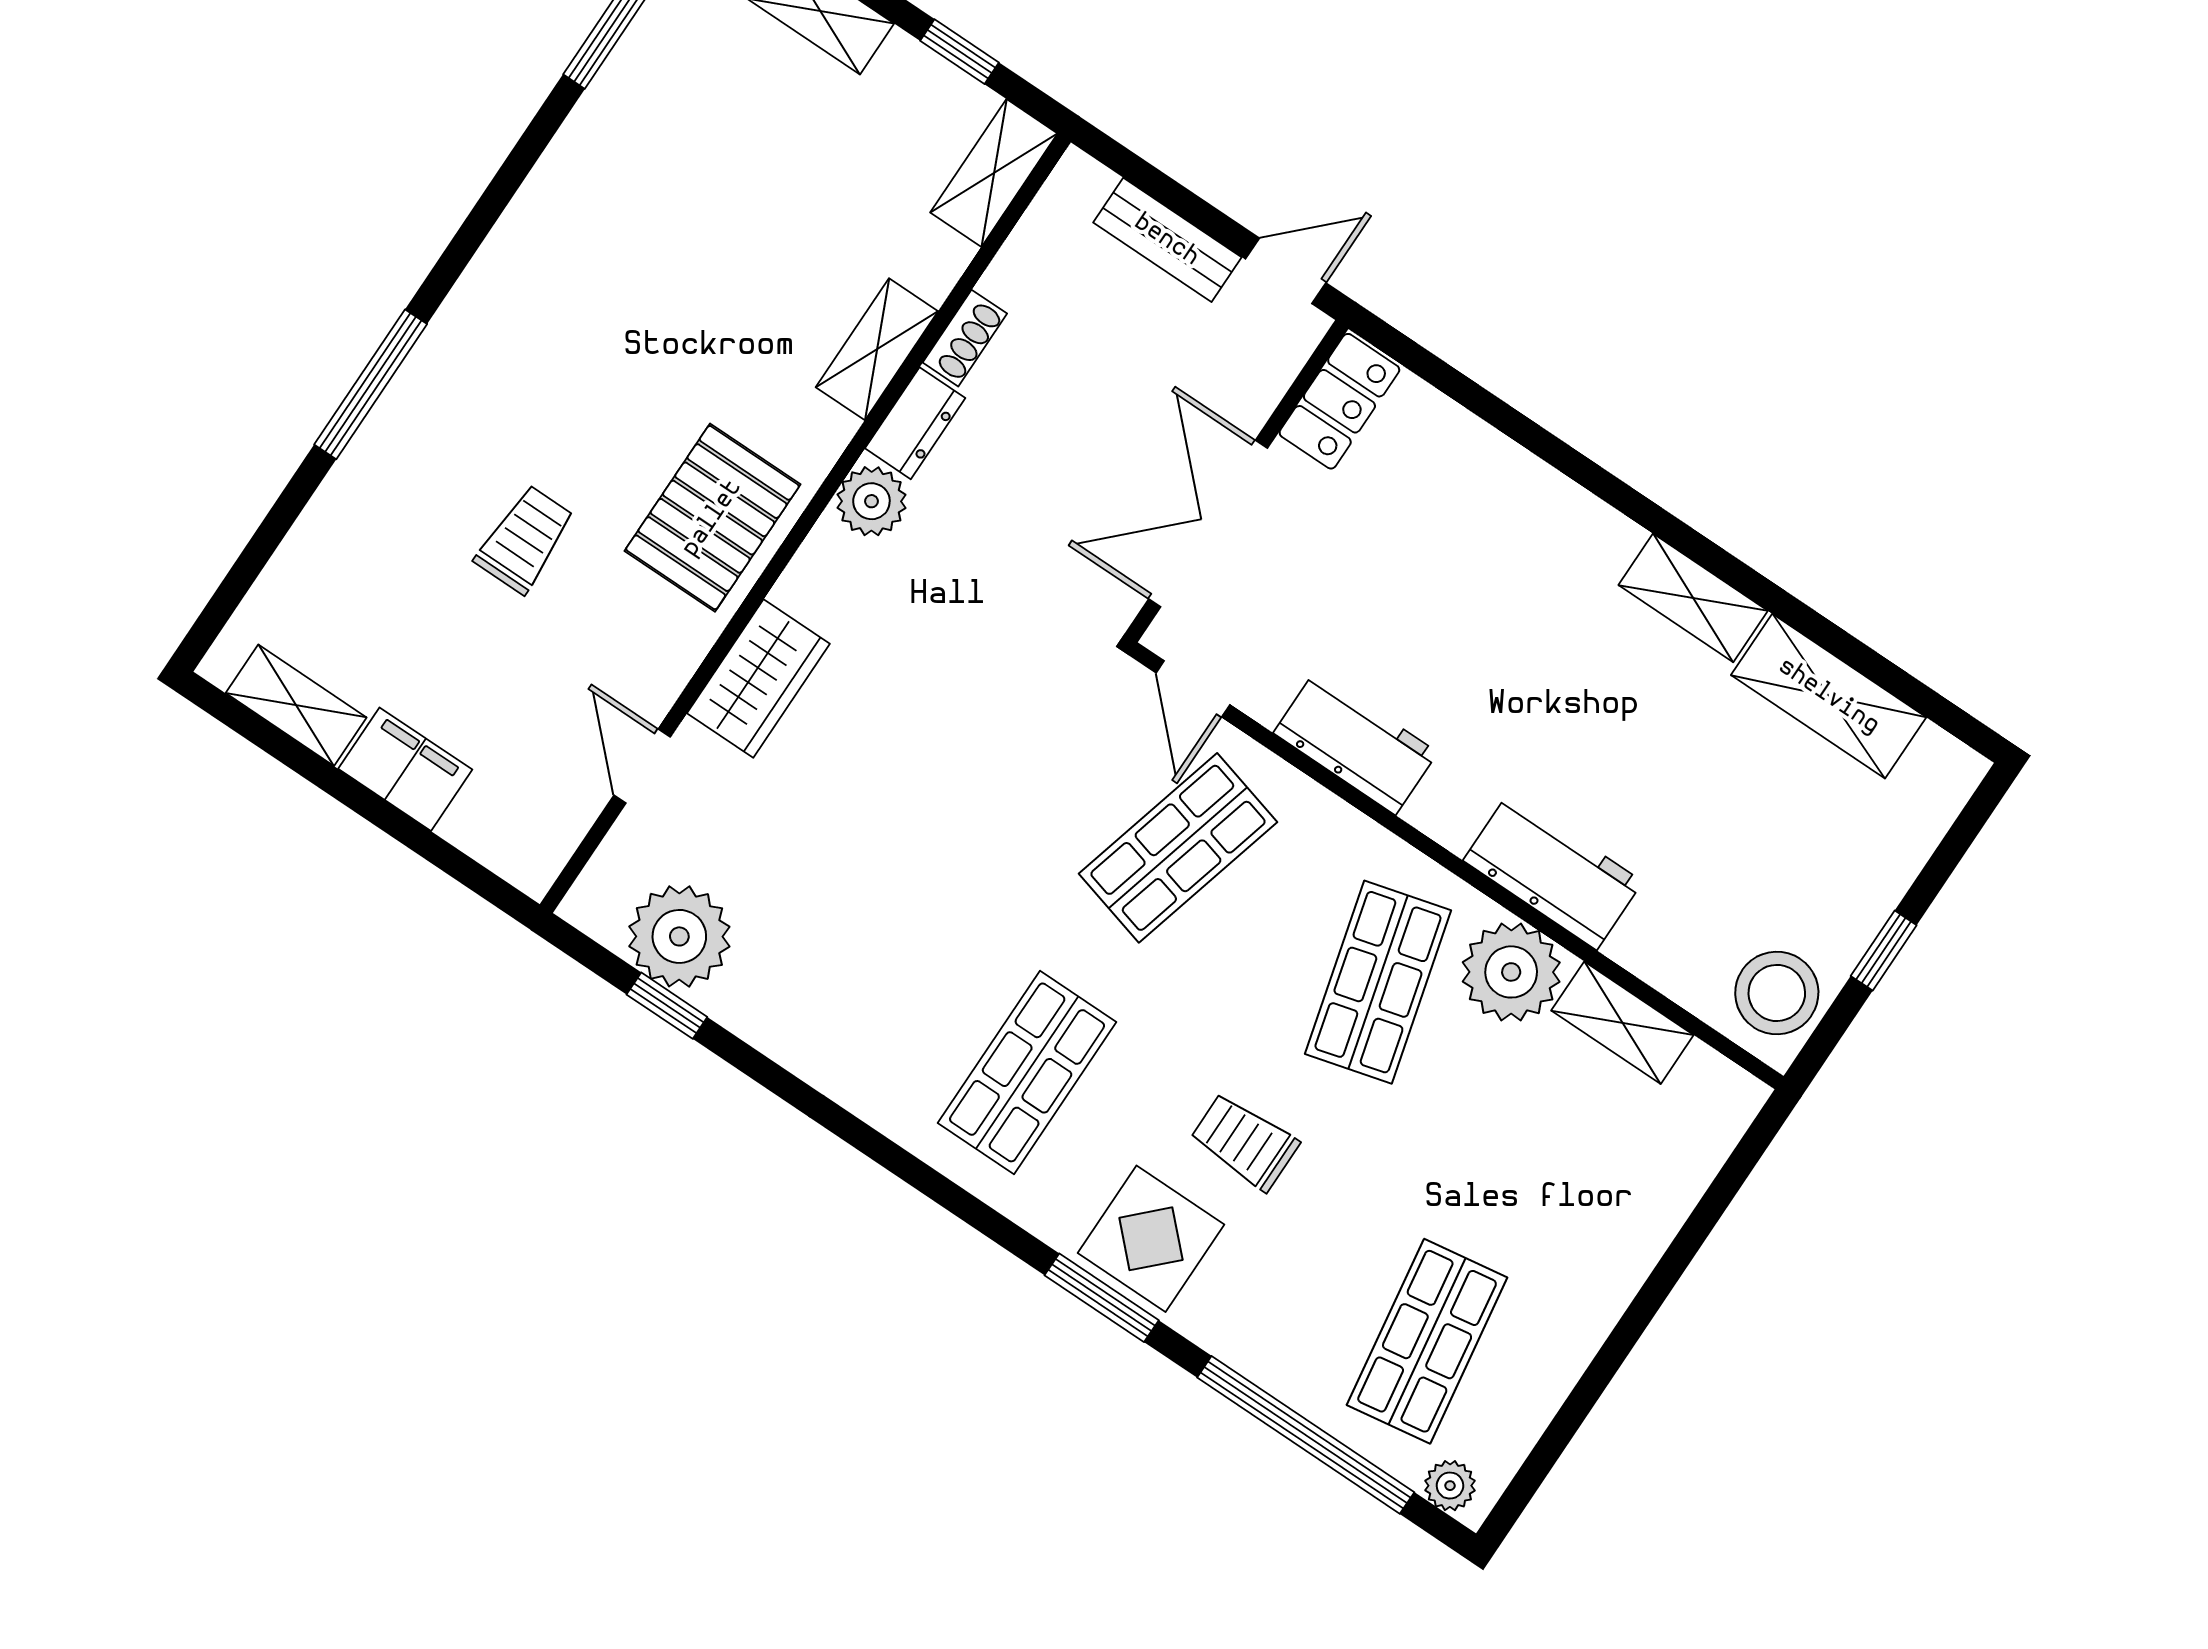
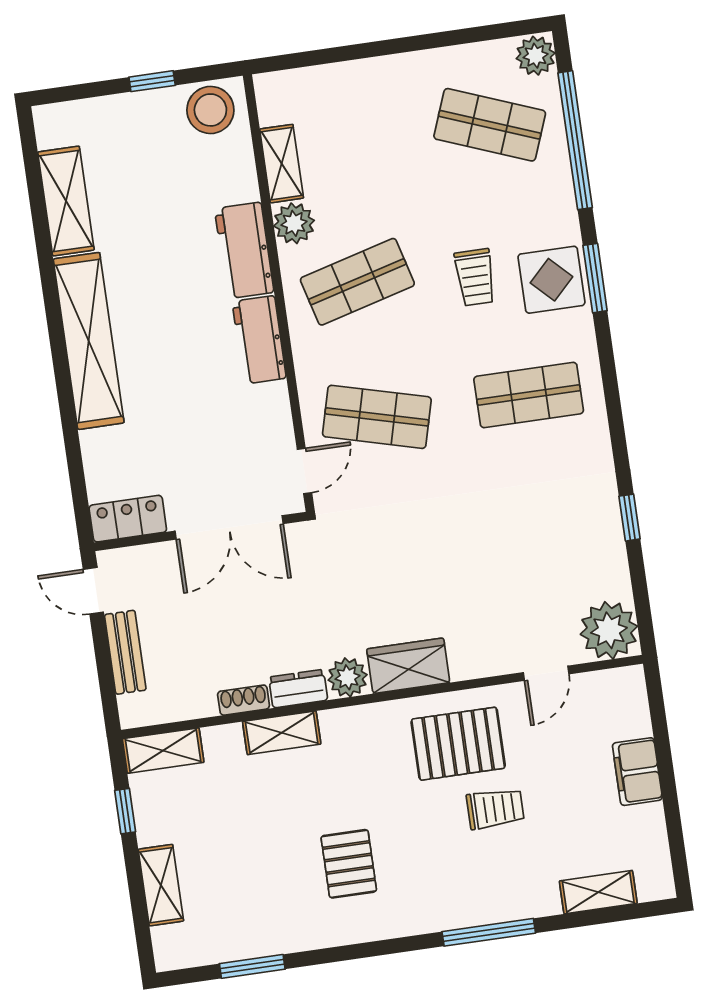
pallet: (626, 282) -> (349, 864), added
pallet: (712, 518) -> (458, 744), moved
trolley: (525, 539) -> (495, 809), turned 180
shelving: (1693, 598) -> (89, 341), width x2.20, depth x1.33
wardrobe: (758, 678) -> (408, 666), moved
shelving: (296, 705) -> (598, 892), moved, turned 90
workbench: (1355, 743) -> (259, 340), moved
plant: (679, 936) -> (609, 630), moved
plant: (1511, 972) -> (294, 223), width x0.73, depth x0.73
window: (667, 1006) -> (630, 518), moved
shop shelf: (1427, 1341) -> (490, 125), turned 30
plant: (1450, 1486) -> (536, 56), width x1.38, depth x1.38

